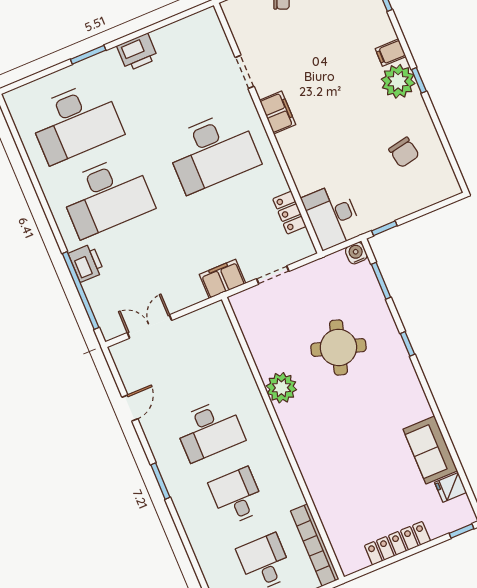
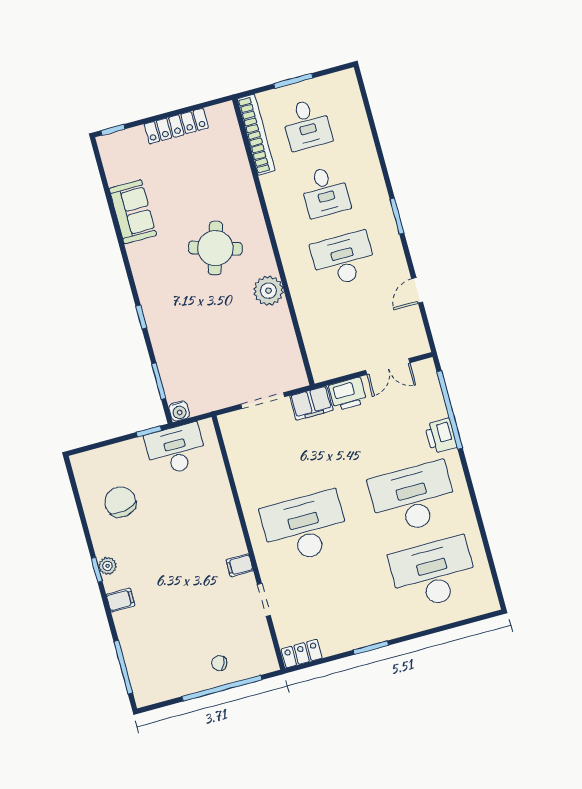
printer: (137, 52) -> (348, 394), moved, turned 180
window: (88, 55) -> (371, 648), moved
plant: (398, 81) -> (108, 566), width x0.53, depth x0.53
filing cabinet: (278, 112) -> (240, 565), width x0.50
chair: (404, 152) -> (120, 502), width x1.37, depth x1.37
locker: (289, 213) -> (302, 654), moved, turned -90
desk: (332, 216) -> (176, 450), moved, turned -90
doorway: (273, 275) -> (263, 401), width x1.38
round table: (338, 347) -> (215, 248), moved
fridge: (451, 487) -> (118, 173), removed

